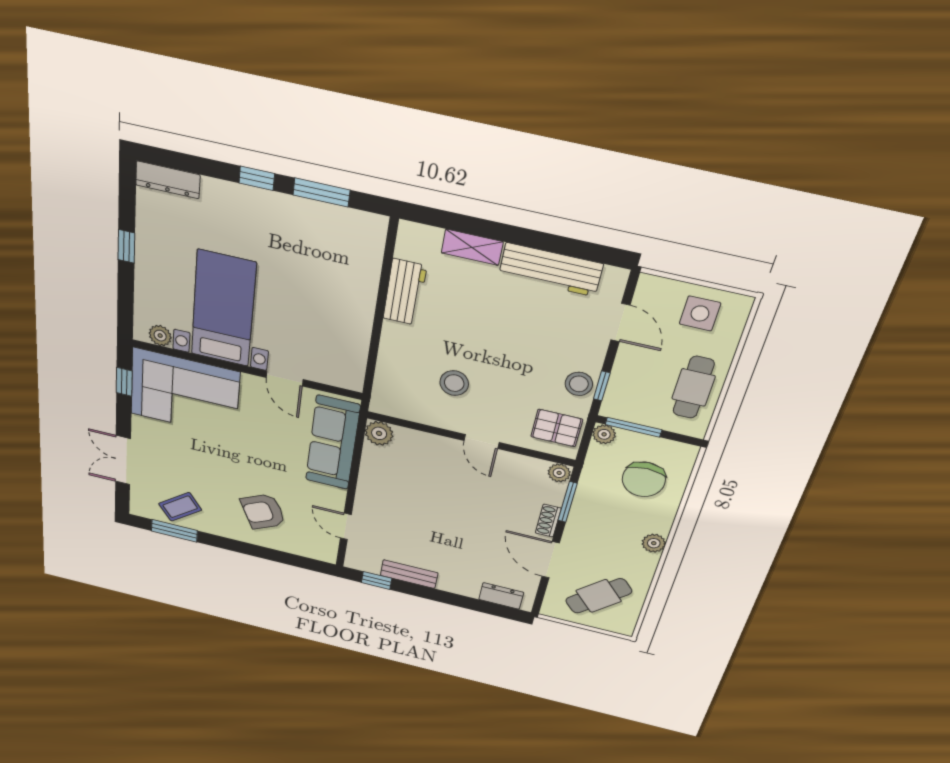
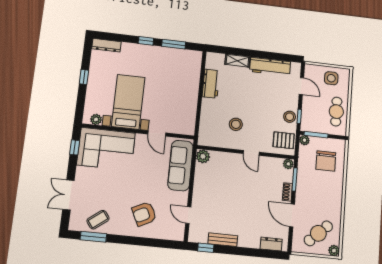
plant: (654, 543) -> (334, 251), moved

